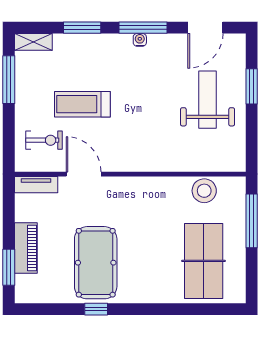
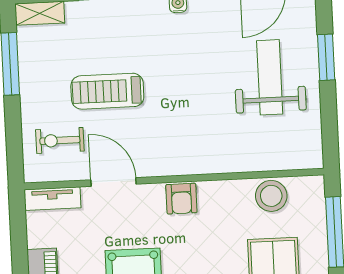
exercise bike: (44, 140) -> (60, 140), turned 180
armchair: (135, 189) -> (181, 199), added

